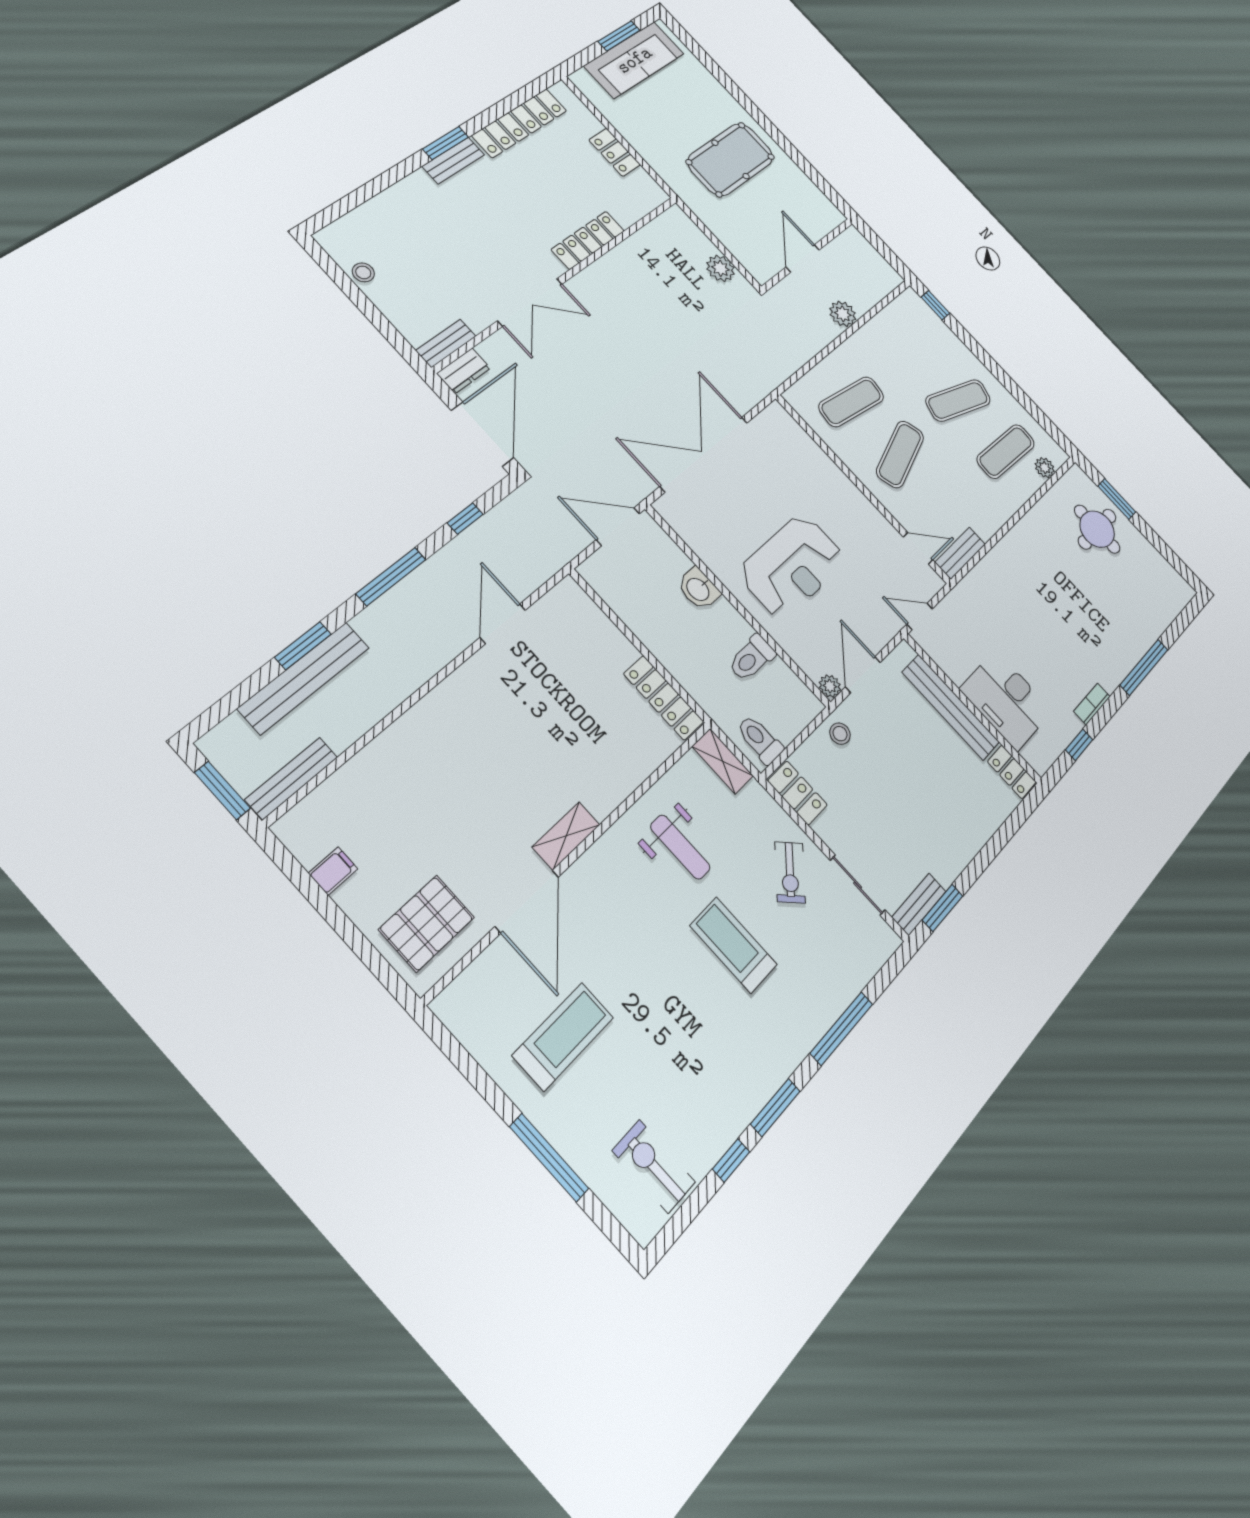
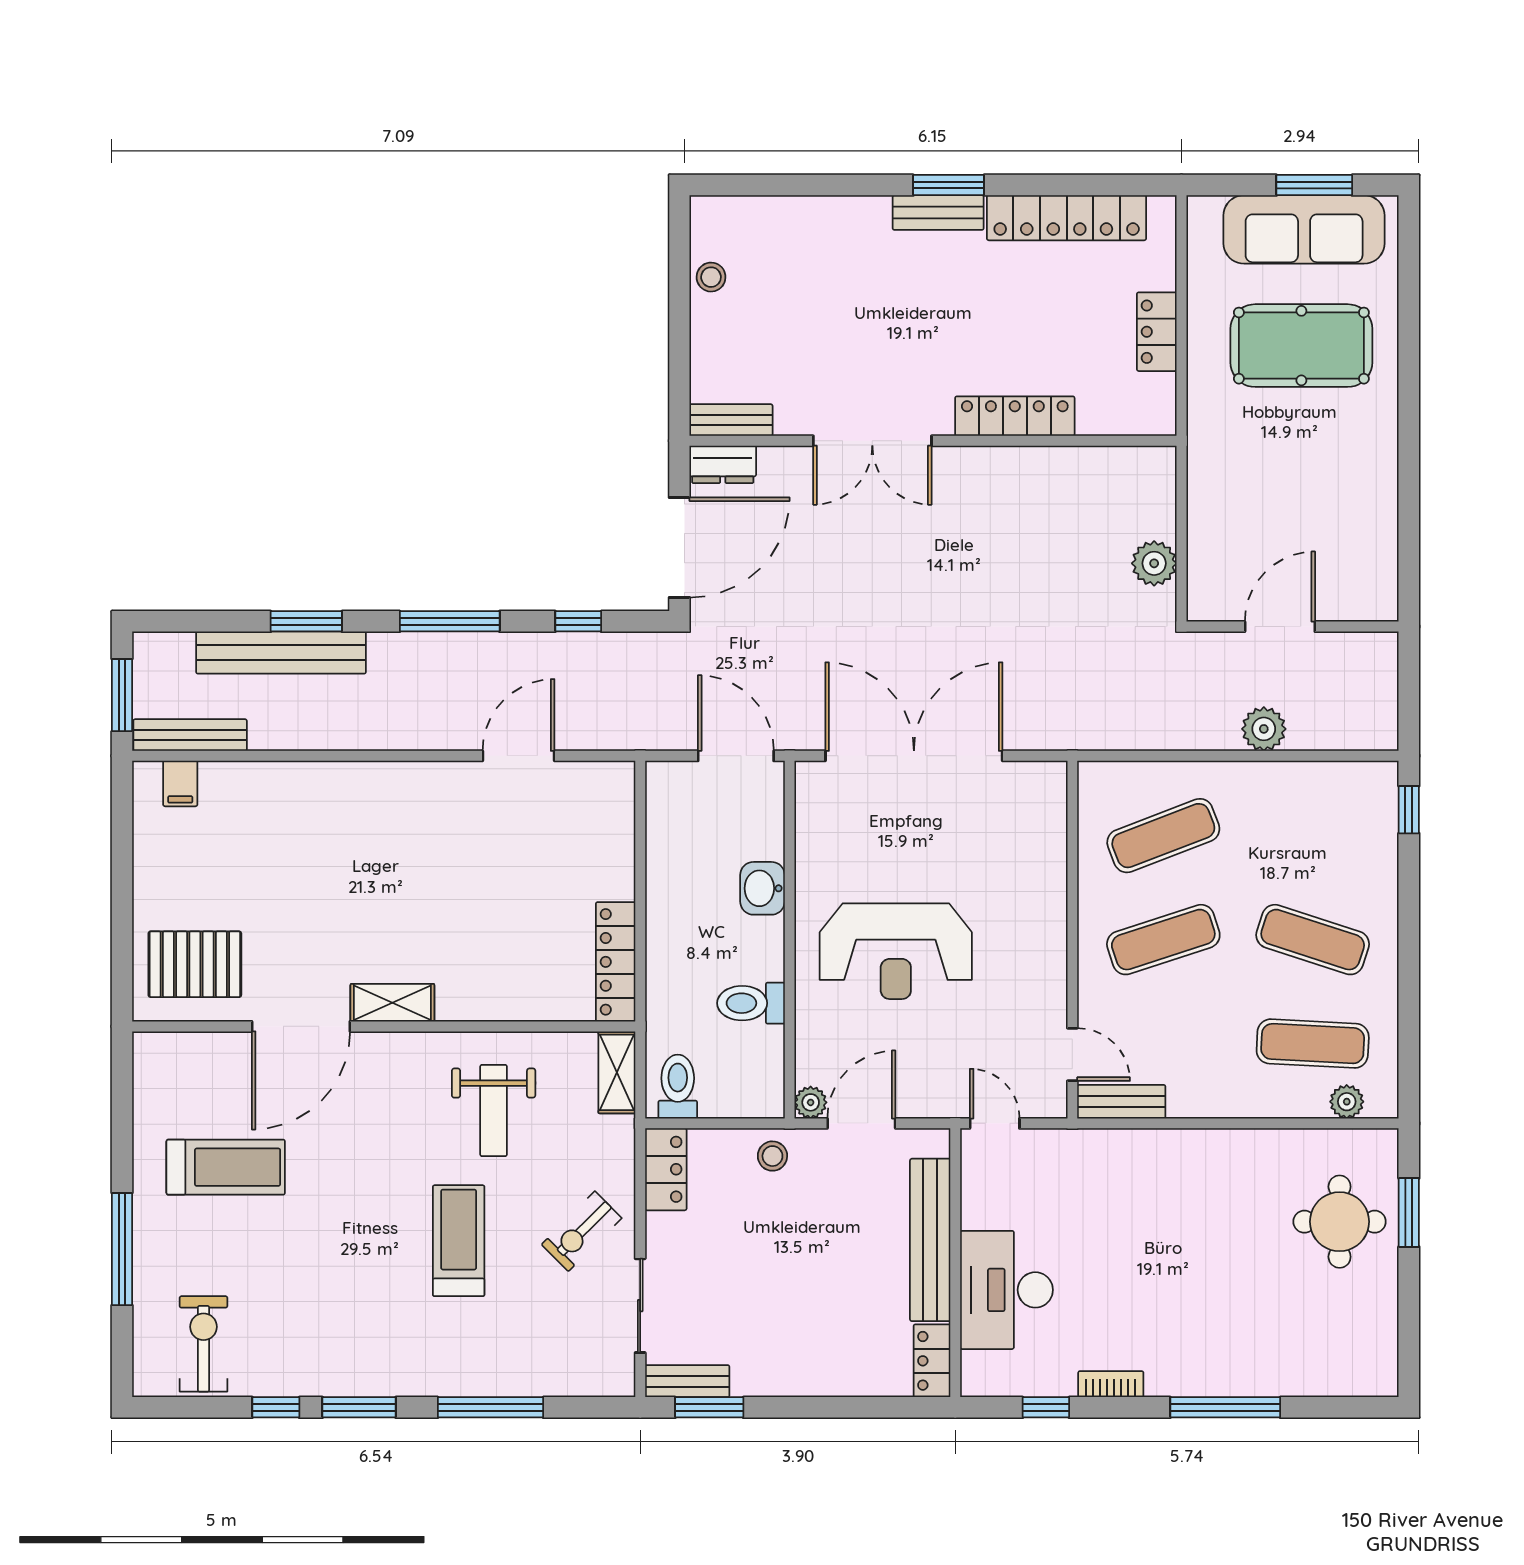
pool table: (730, 159) -> (1301, 346), moved
exercise mat: (851, 402) -> (1163, 836), turned -30
filing cabinet: (333, 871) -> (180, 783), moved, turned 90

